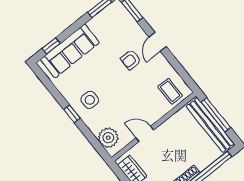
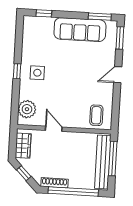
sofa: (70, 51) -> (80, 30), moved
armchair: (131, 60) -> (89, 71), removed

